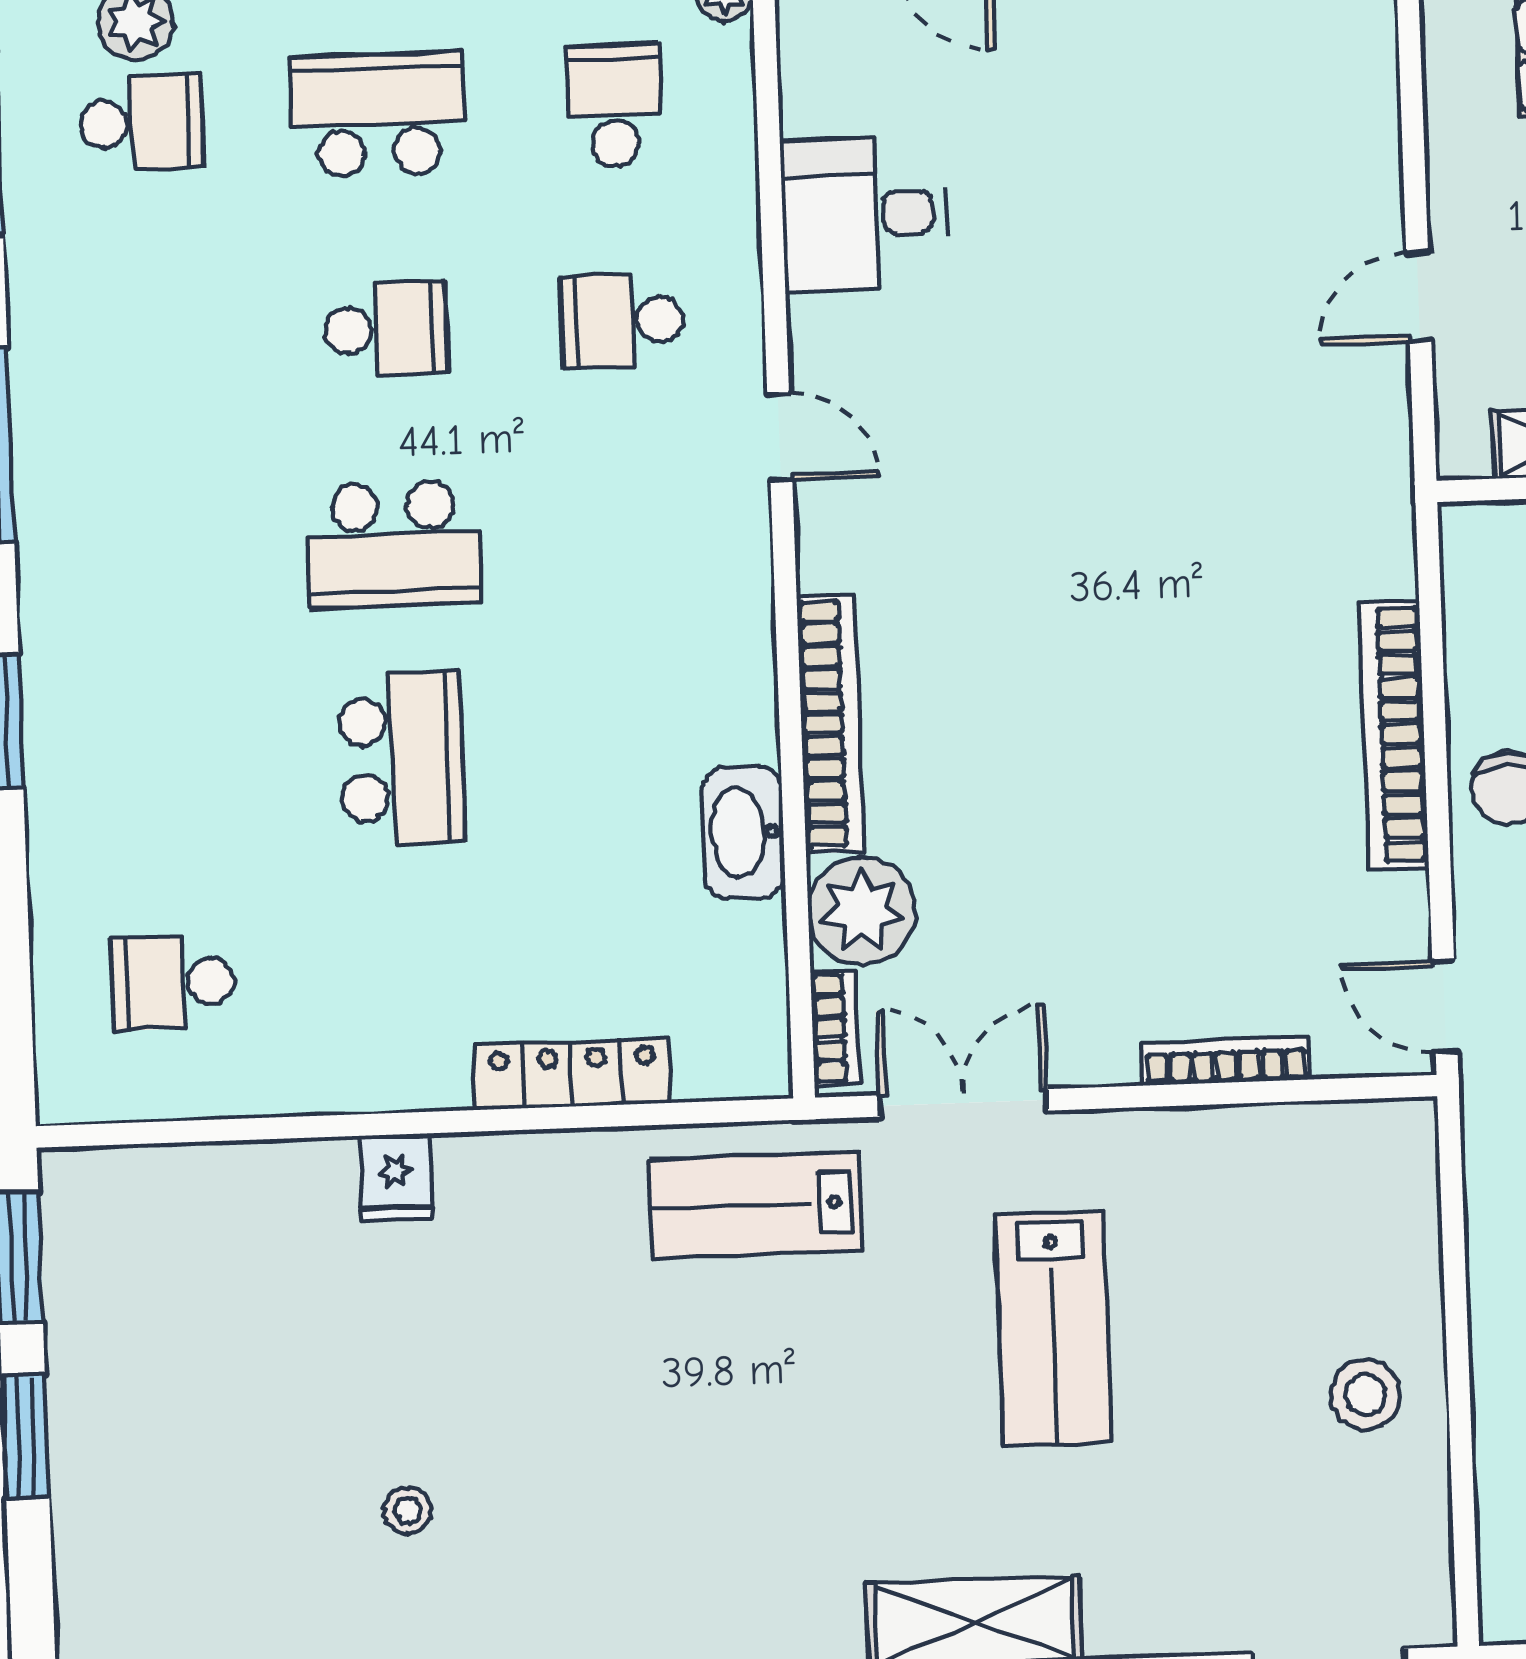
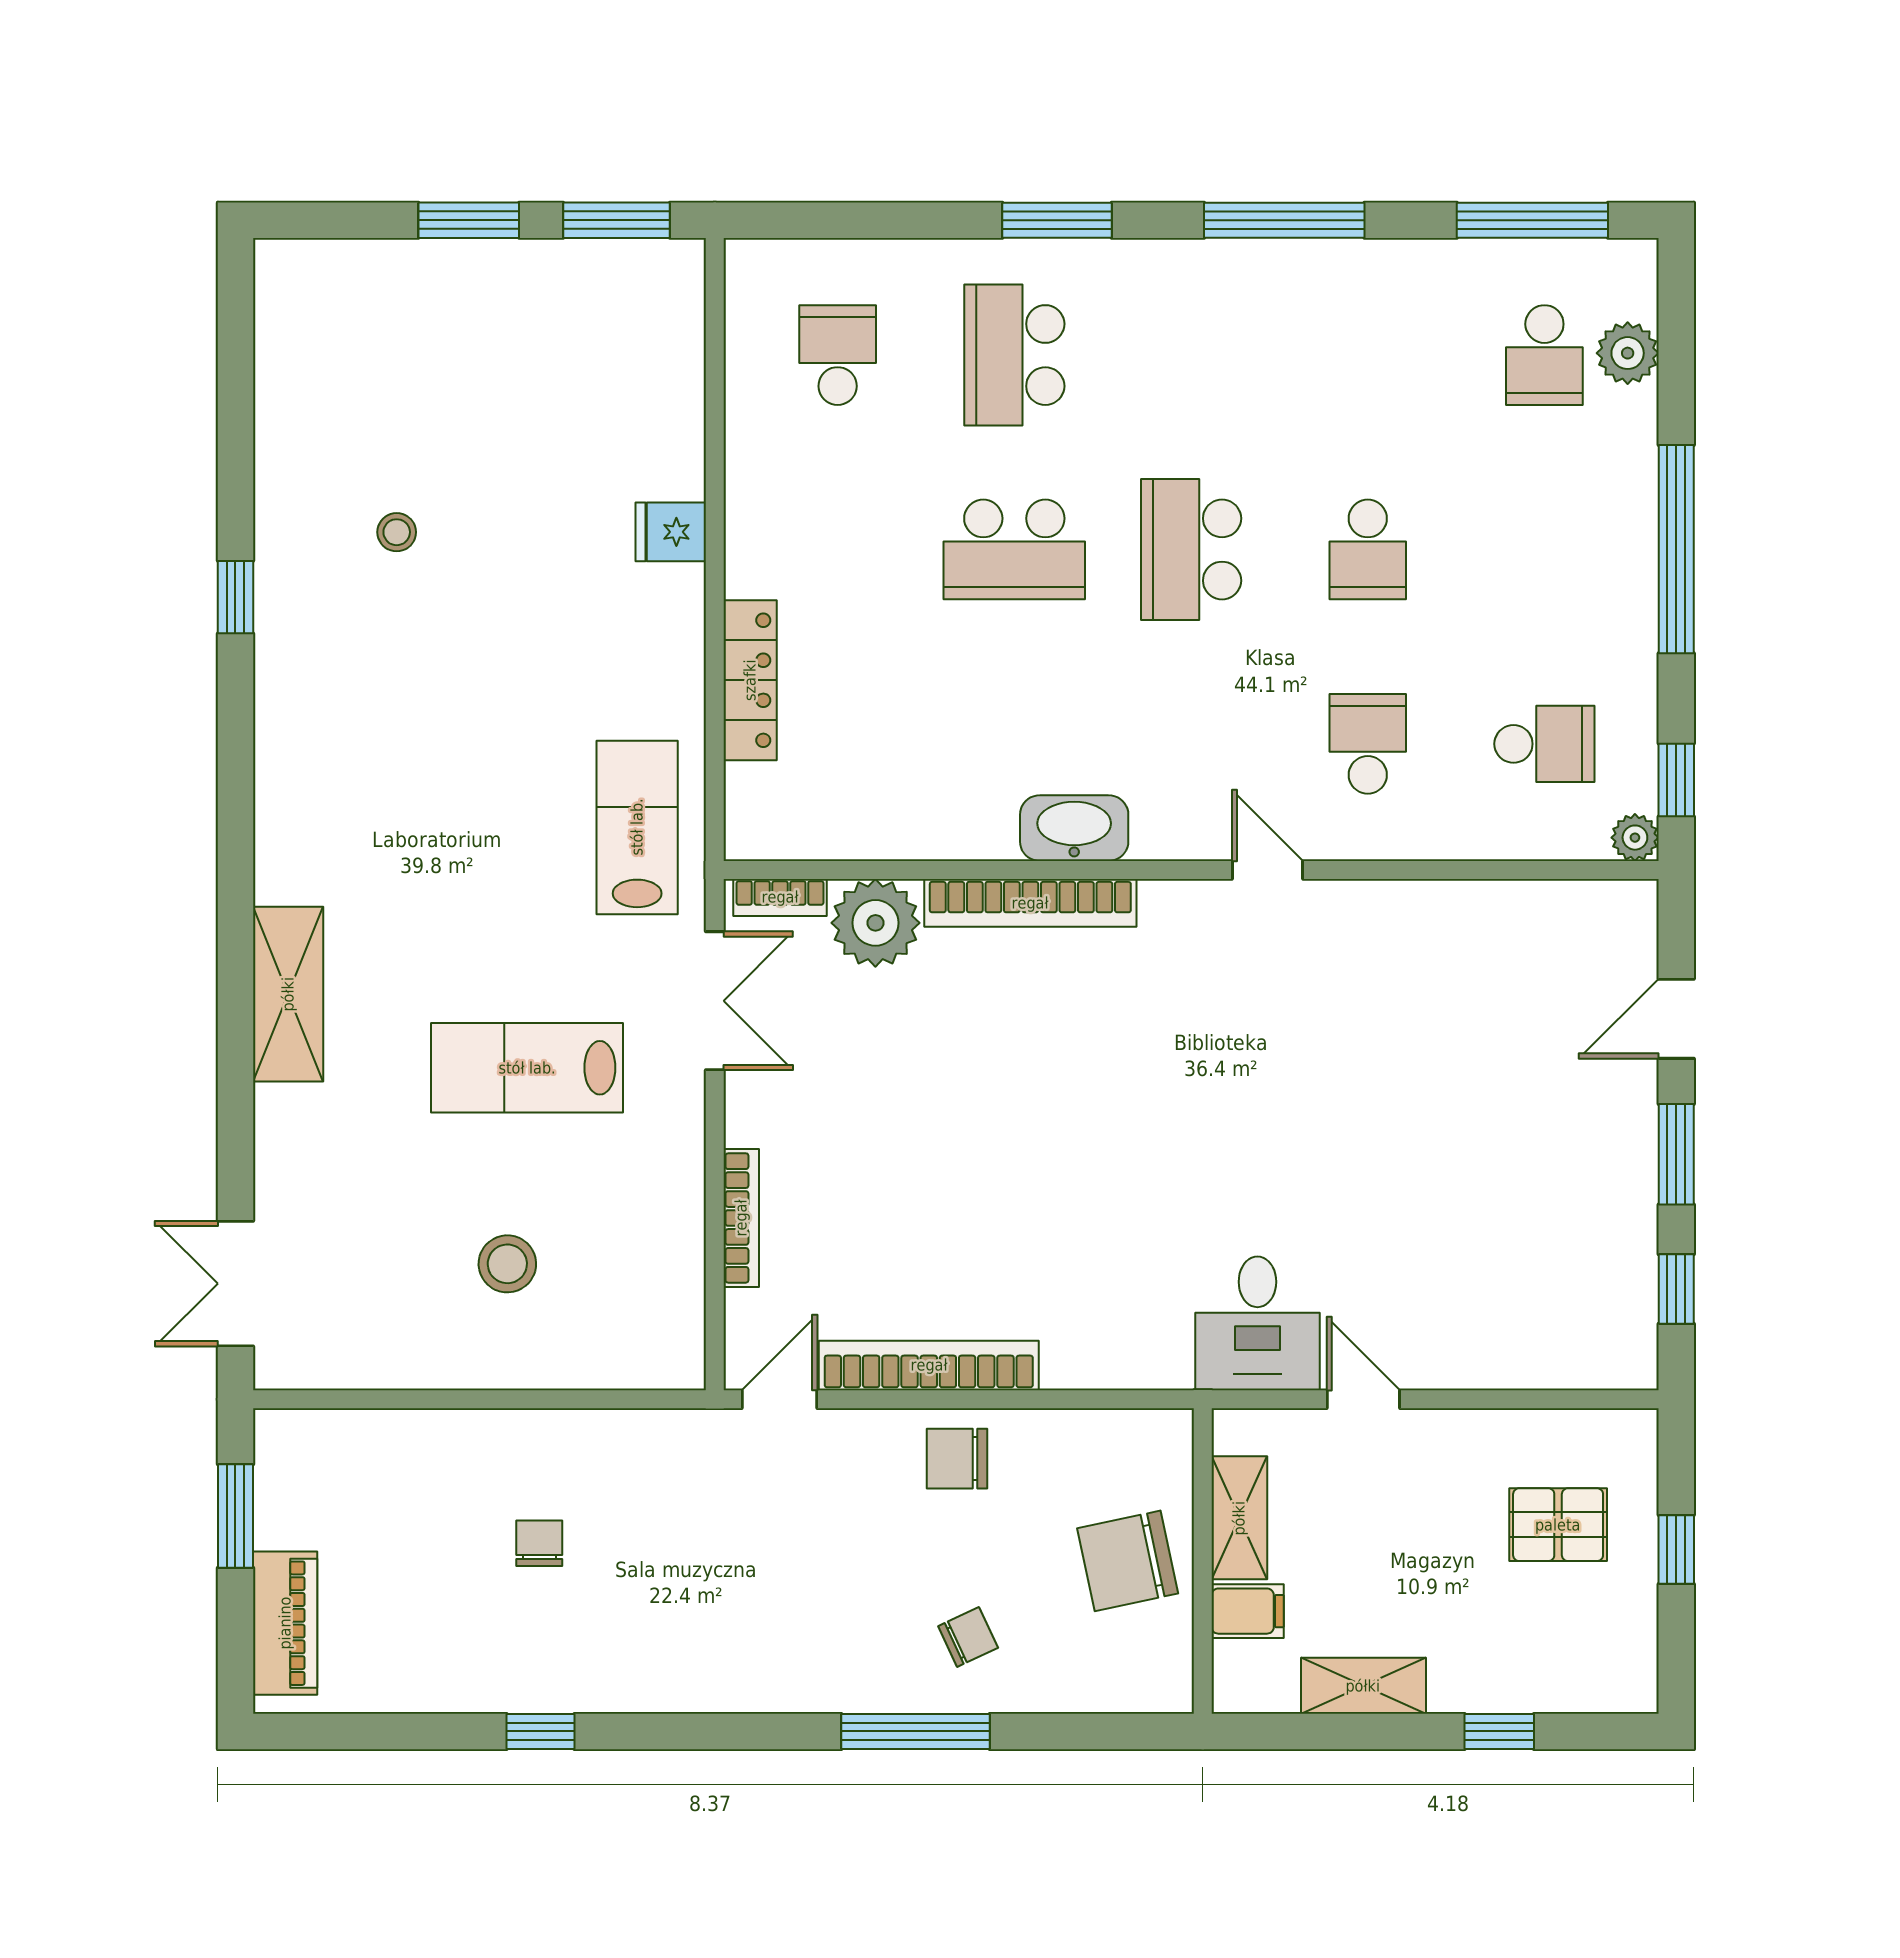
school desk: (378, 114) -> (1014, 355), moved, turned 180
desk: (864, 214) -> (1257, 1323), moved, turned 180
door: (780, 437) -> (1268, 870), swing flipped
bookcase: (1394, 735) -> (929, 1365), moved
washbasin: (743, 832) -> (1074, 828), moved
stool: (1365, 1395) -> (507, 1264), moved

